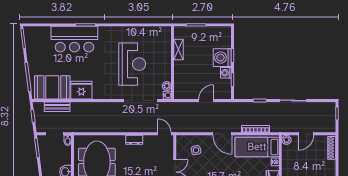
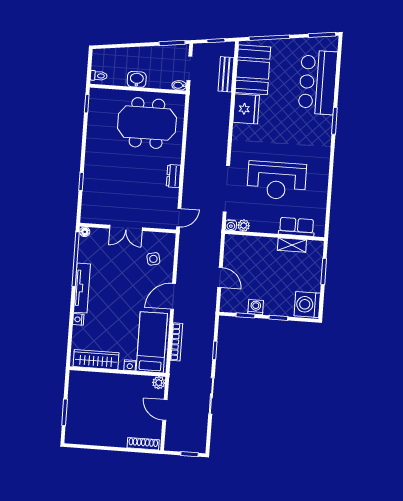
bar counter: (74, 39) -> (318, 82), moved
row of seats: (165, 47) -> (297, 227), added
washing machine: (222, 58) -> (307, 304), moved, turned -90

